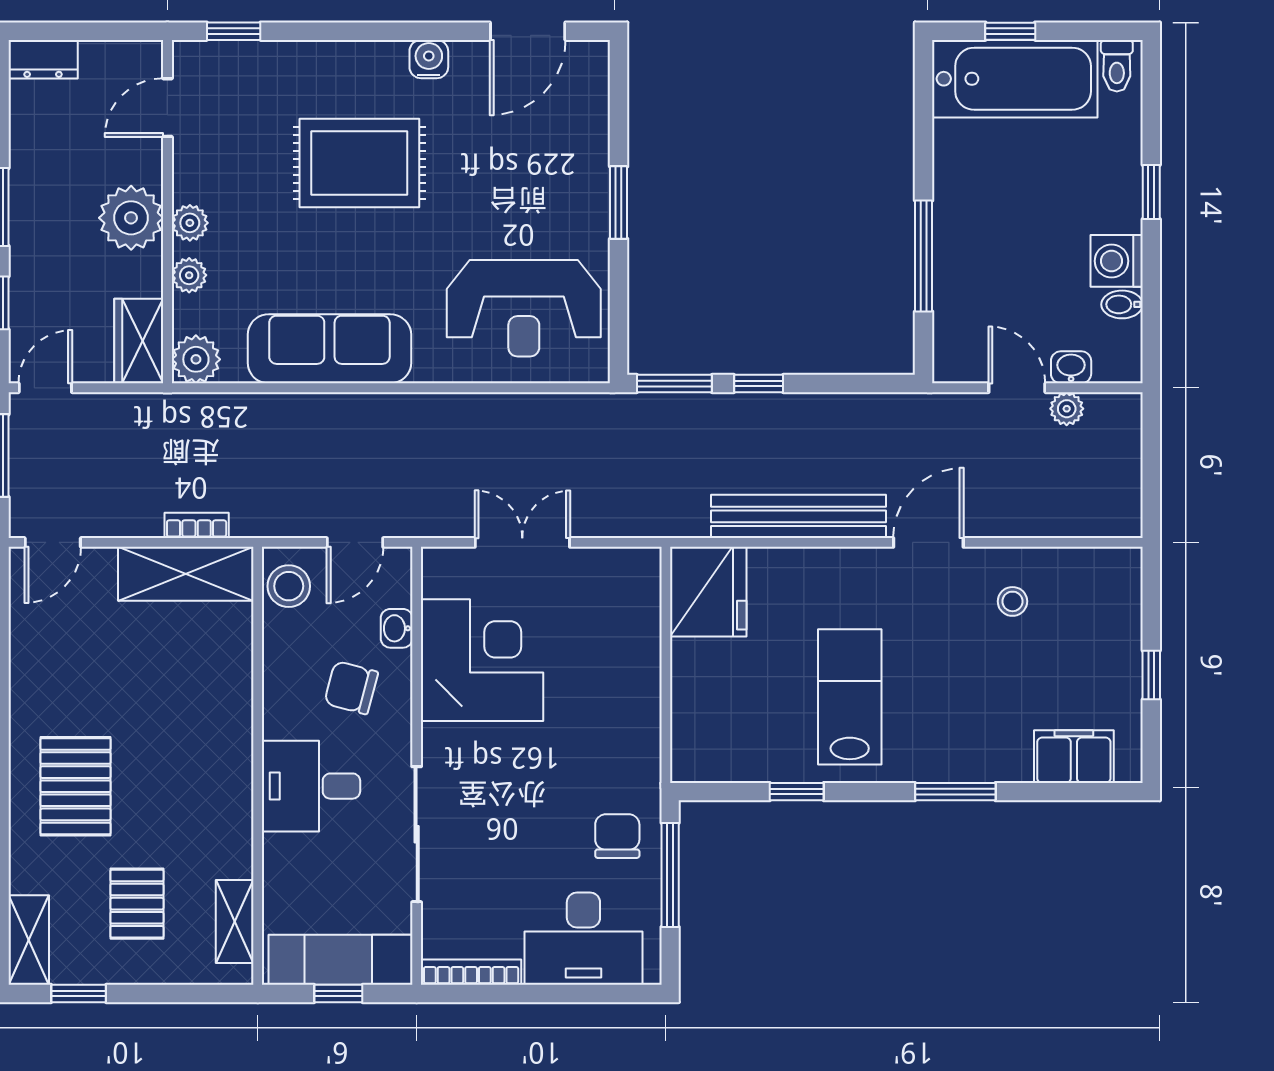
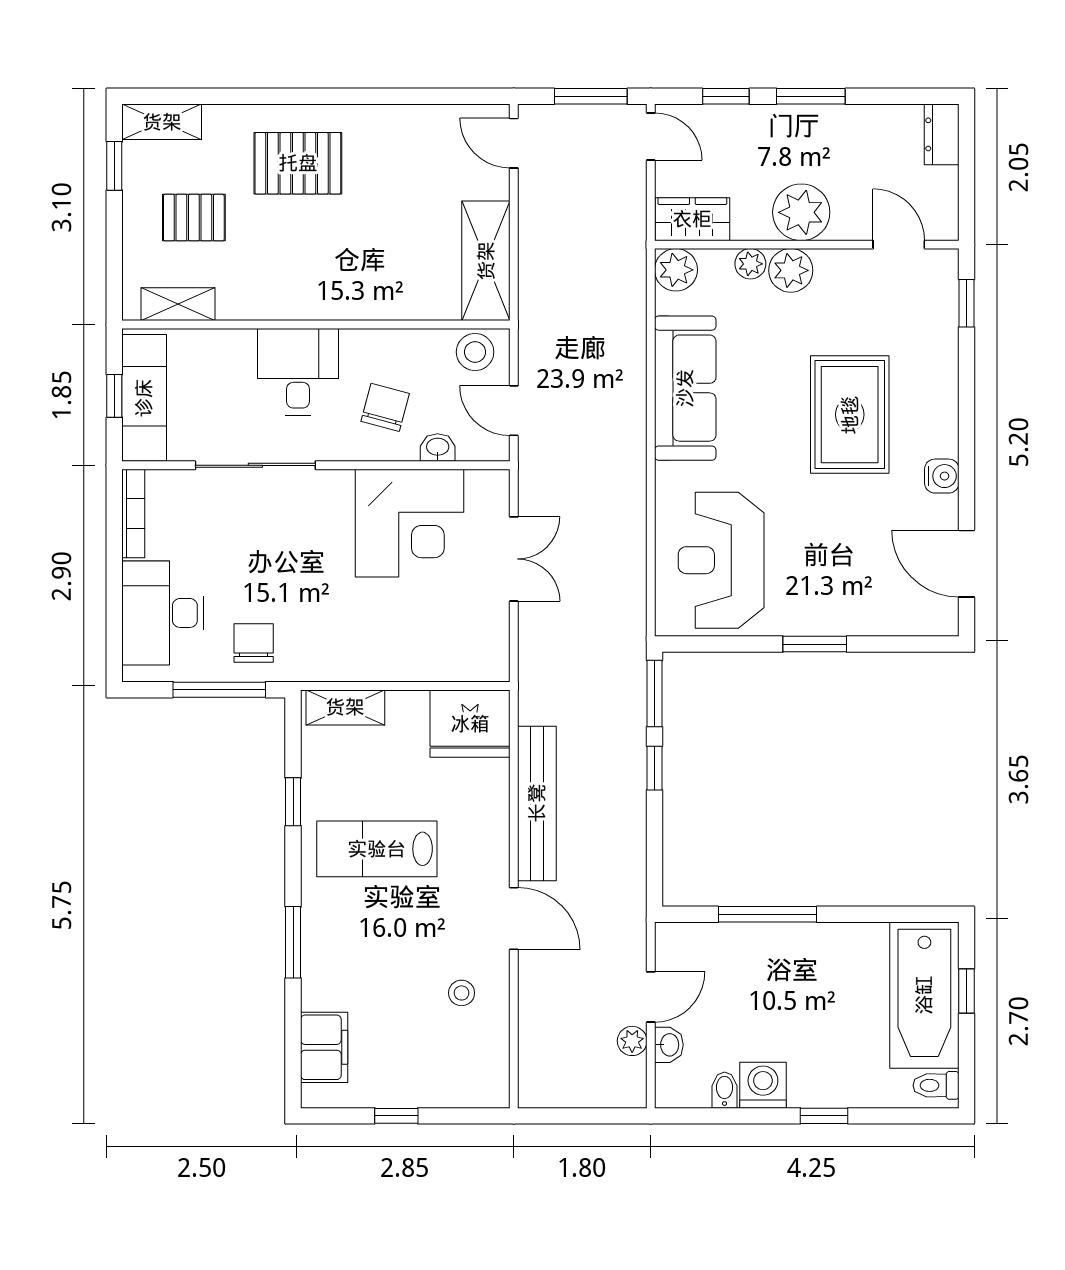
plant: (190, 223) -> (791, 270), width x1.38, depth x1.38
bookcase: (197, 525) -> (529, 270), removed
lab bench: (850, 697) -> (377, 849), turned 180
shelving: (690, 733) -> (345, 707), added
chair: (617, 836) -> (254, 643), turned -90

